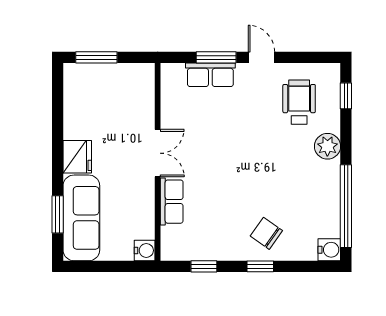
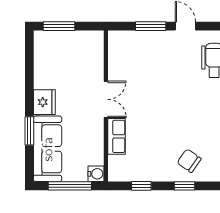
row of seats: (210, 75) -> (146, 39), removed
window: (58, 214) -> (29, 131), moved
window: (111, 266) -> (70, 186), added

